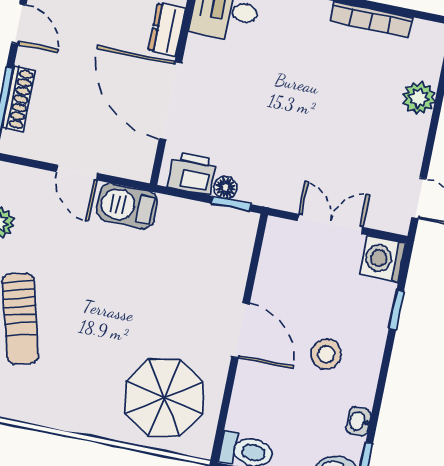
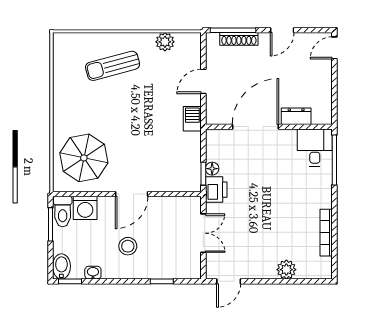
printer: (192, 174) -> (216, 190), moved
barbecue: (127, 206) -> (192, 119), width x0.73, depth x0.79
washing machine: (383, 259) -> (85, 208), moved, turned 180

